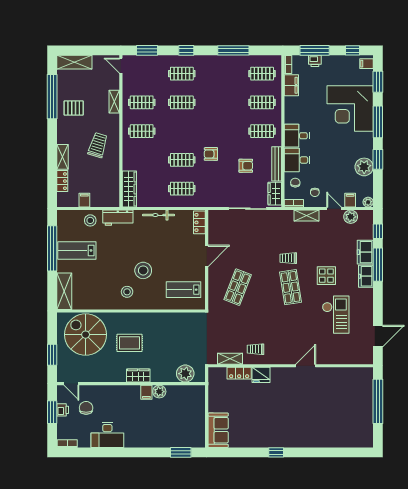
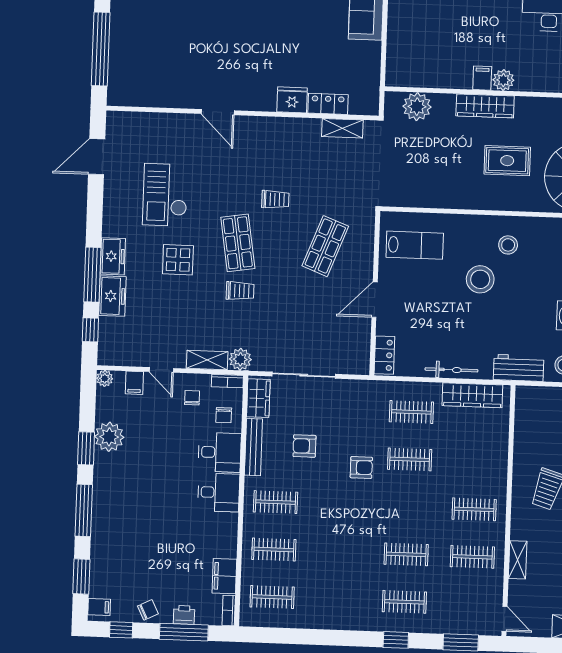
window: (233, 50) -> (318, 637), removed
chair: (337, 63) -> (148, 610), added
corner desk: (350, 109) -> (129, 534), removed
wardrobe: (129, 189) -> (472, 395), moved, turned -90
plant: (351, 217) -> (240, 359), moved
trolley: (255, 349) -> (275, 199), moved
door: (306, 366) -> (218, 112), hinge flipped
wardrobe: (138, 375) -> (485, 106), width x1.50
plant: (159, 392) -> (503, 80), moved

